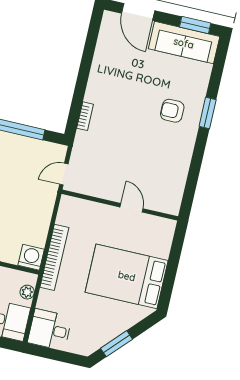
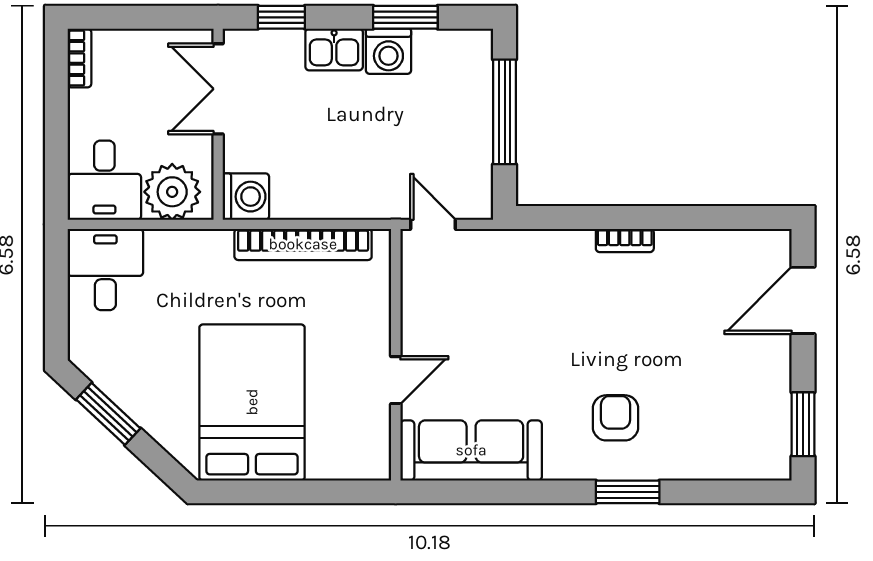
sofa: (184, 43) -> (471, 450), moved, turned 90
bookcase: (85, 116) -> (625, 240), moved
bookcase: (54, 257) -> (303, 244), moved
plant: (27, 292) -> (172, 192), width x1.87, depth x1.87

